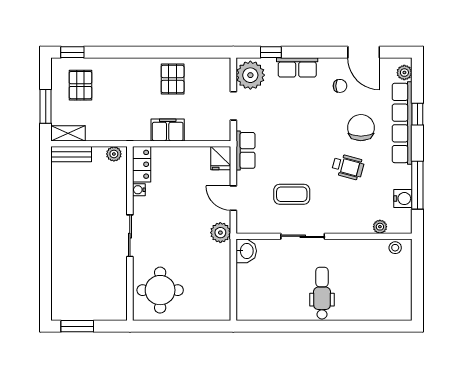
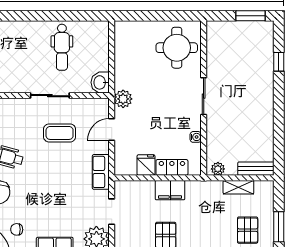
window: (46, 106) -> (279, 227), moved
shelving: (68, 133) -> (238, 187), moved
fridge: (221, 158) -> (146, 165), moved
locker: (142, 164) -> (172, 167), moved, turned 90
door: (233, 198) -> (112, 129), swing flipped
window: (46, 274) -> (279, 62), added
dental chair: (322, 293) -> (62, 47), moved

